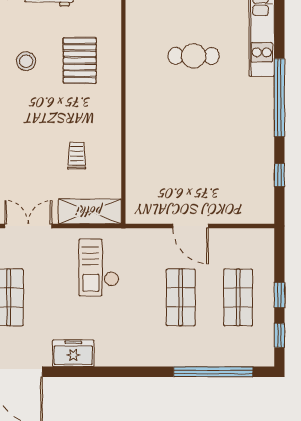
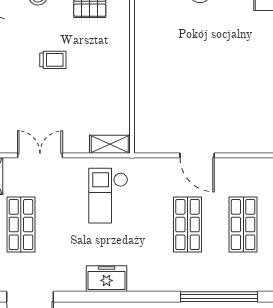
trolley: (77, 156) -> (53, 60), moved, turned 90
shelving: (90, 211) -> (110, 144), width x0.67, depth x0.75
freezer: (73, 353) -> (106, 279), moved

